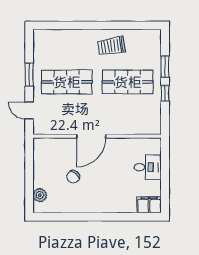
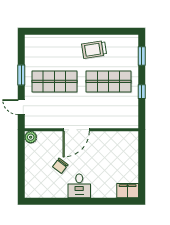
window: (165, 66) -> (142, 56), moved
desk: (148, 167) -> (79, 186), moved, turned 90
plant: (40, 195) -> (31, 137), moved

